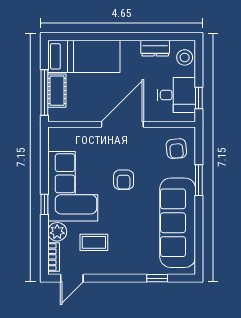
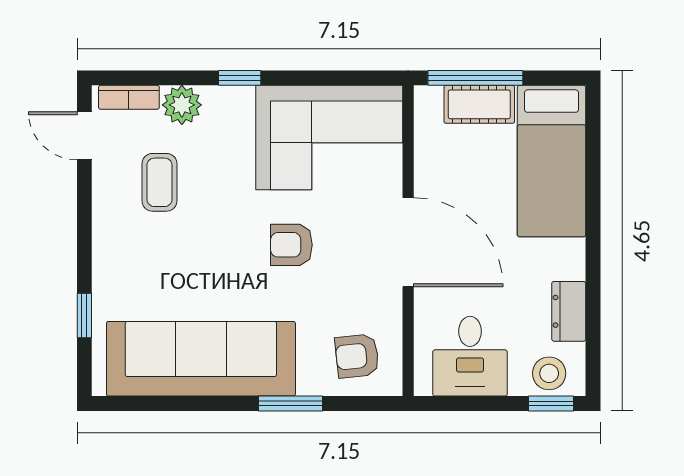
window: (199, 98) -> (551, 404), moved
corner sofa: (73, 186) -> (329, 138), moved

